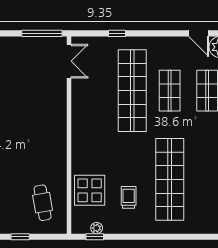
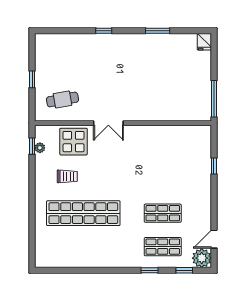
double door: (69, 61) -> (108, 123), moved
shop shelf: (132, 91) -> (163, 180), removed

